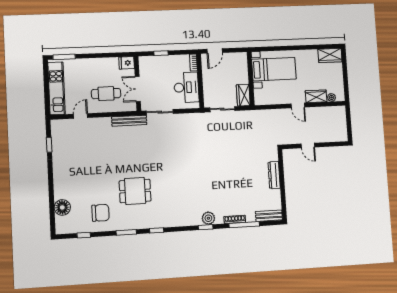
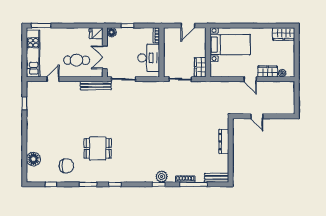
door: (215, 51) -> (188, 26), moved
floor lamp: (144, 61) -> (112, 32), added

